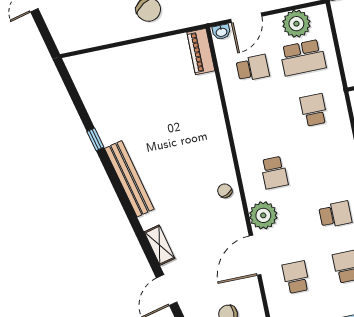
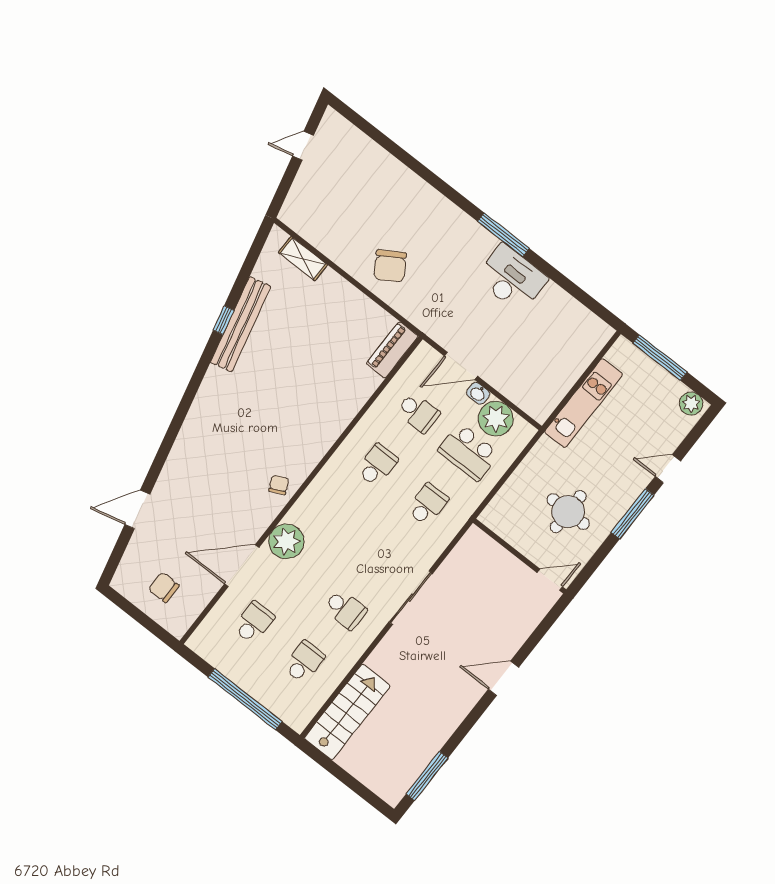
washbasin: (221, 32) -> (478, 393), moved
school desk: (274, 173) -> (377, 465), moved, turned 180
bench: (129, 179) -> (241, 324), moved
shelving: (159, 245) -> (303, 259), moved, turned -76

